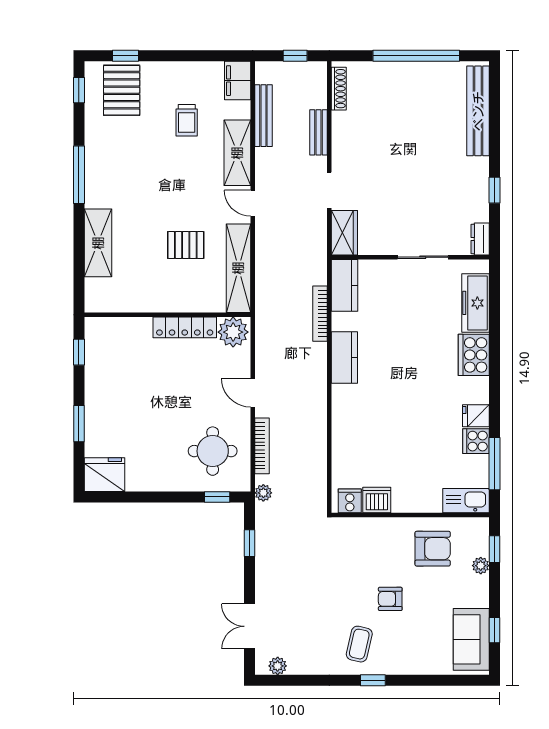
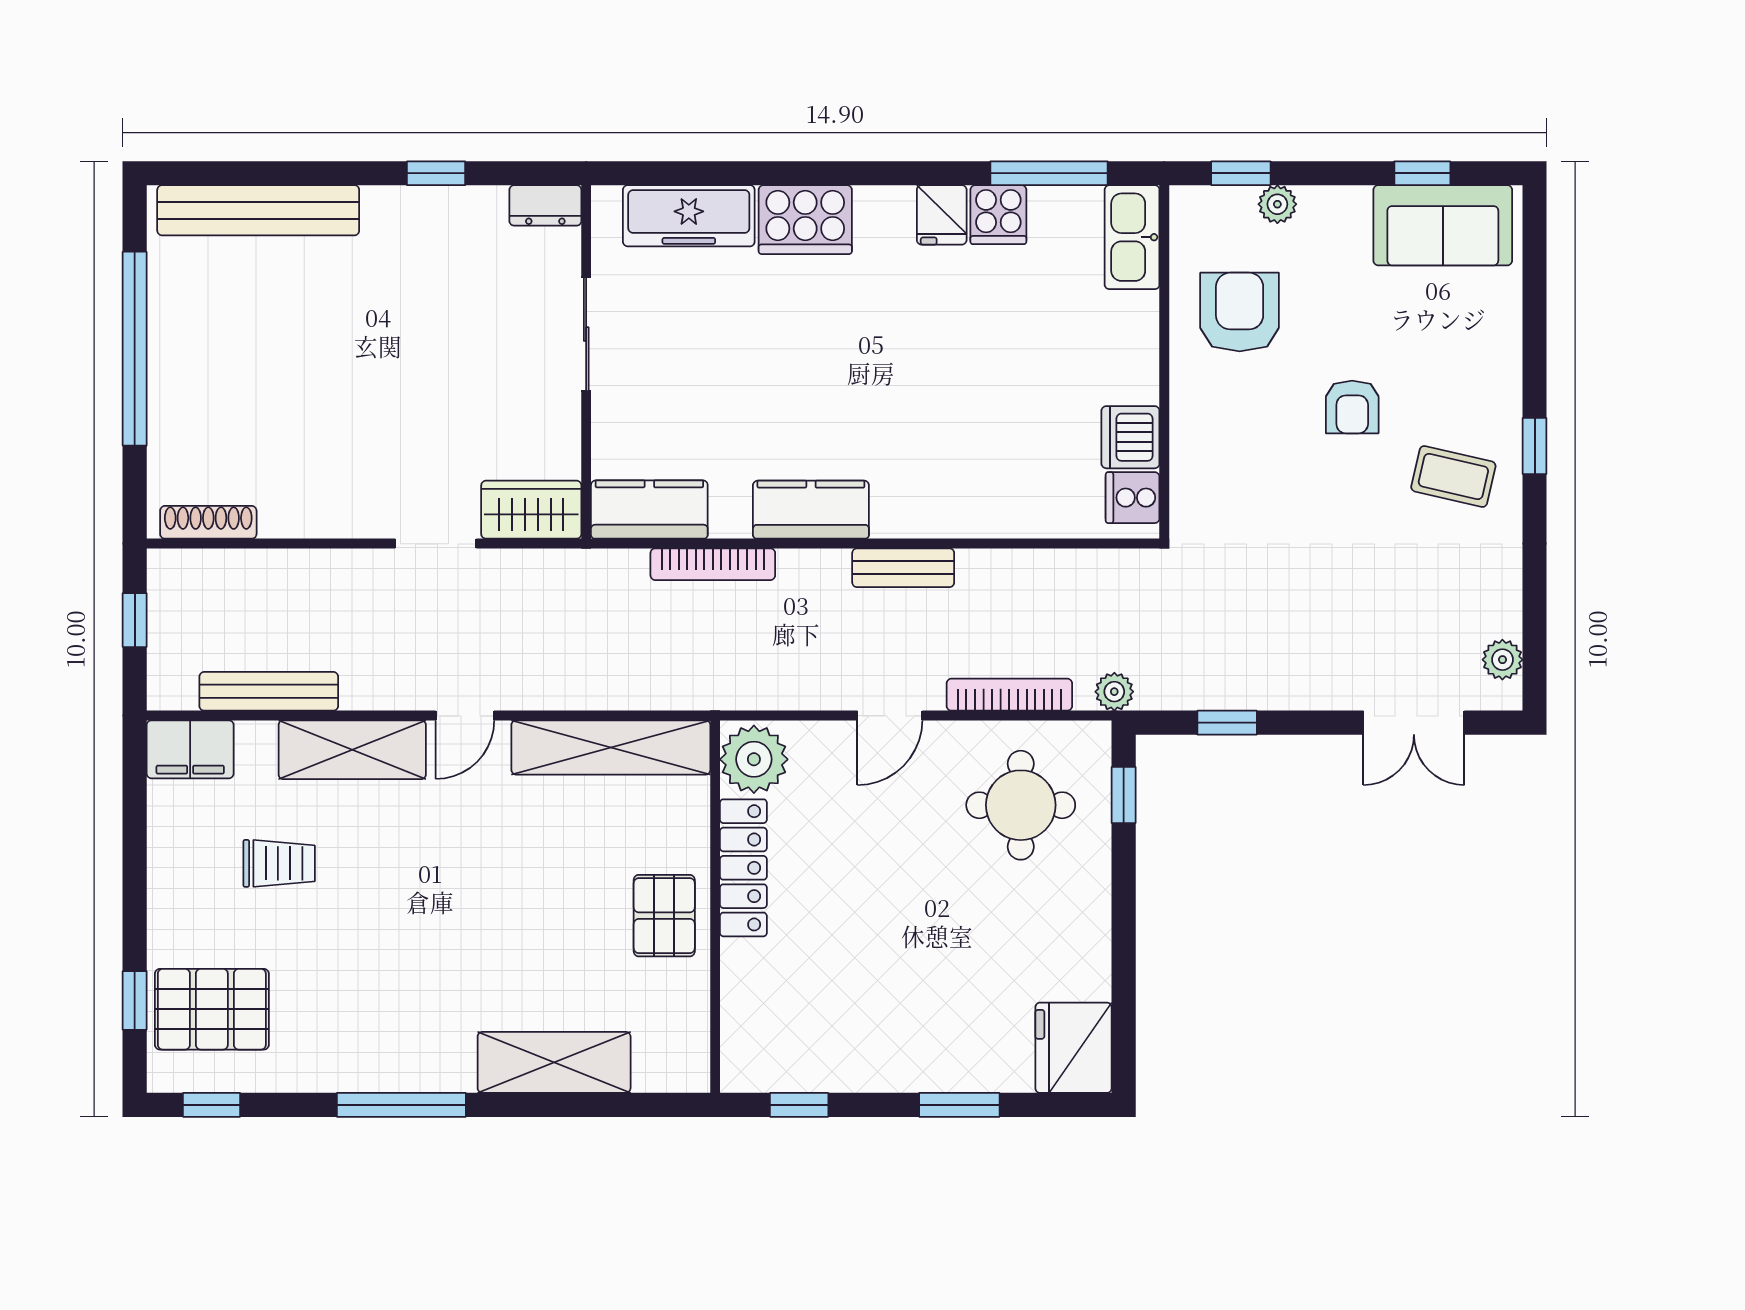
bench: (319, 132) -> (903, 568), moved
pallet: (186, 245) -> (664, 916), moved

